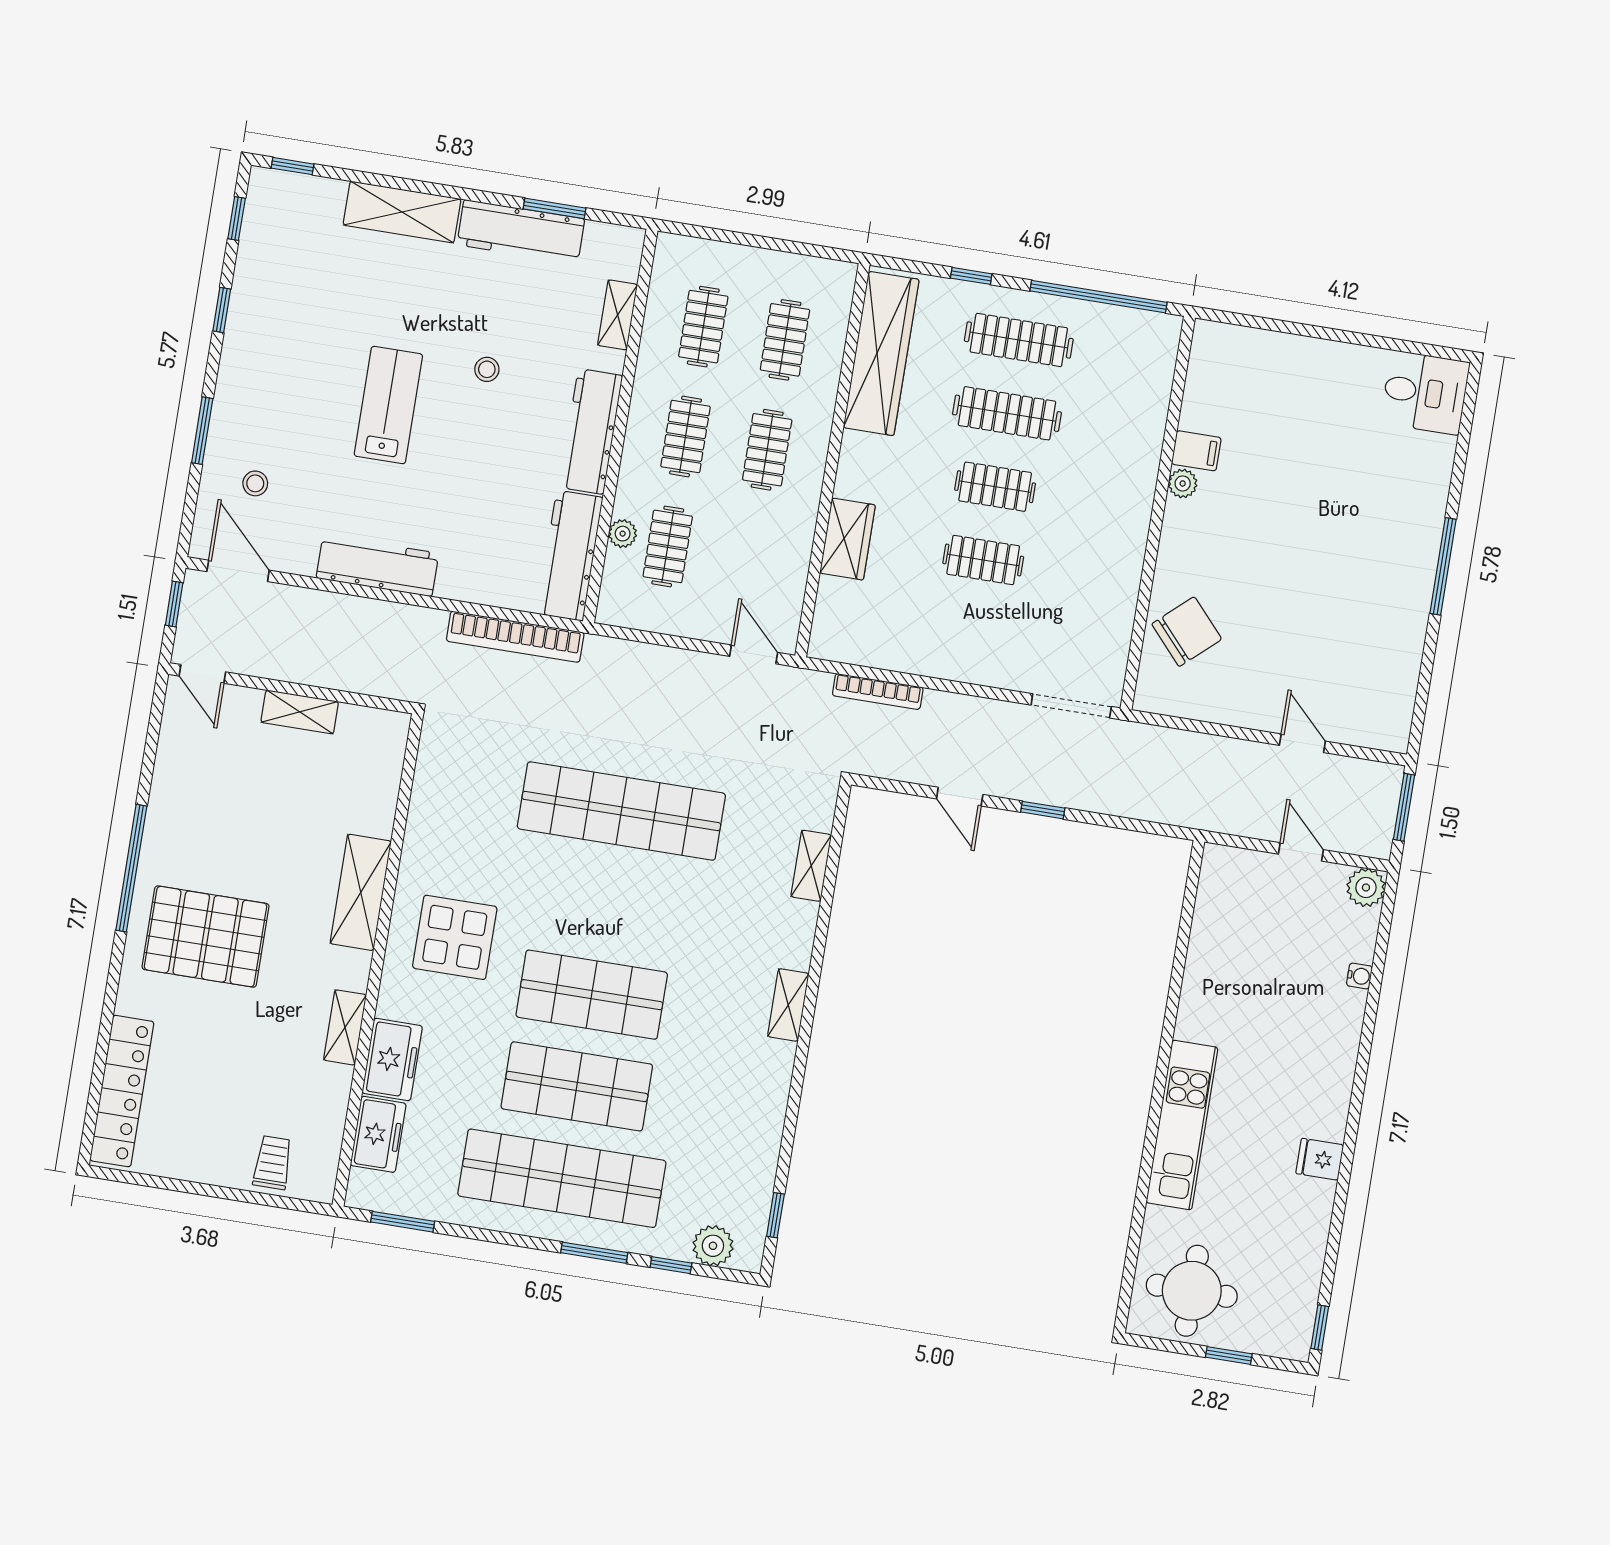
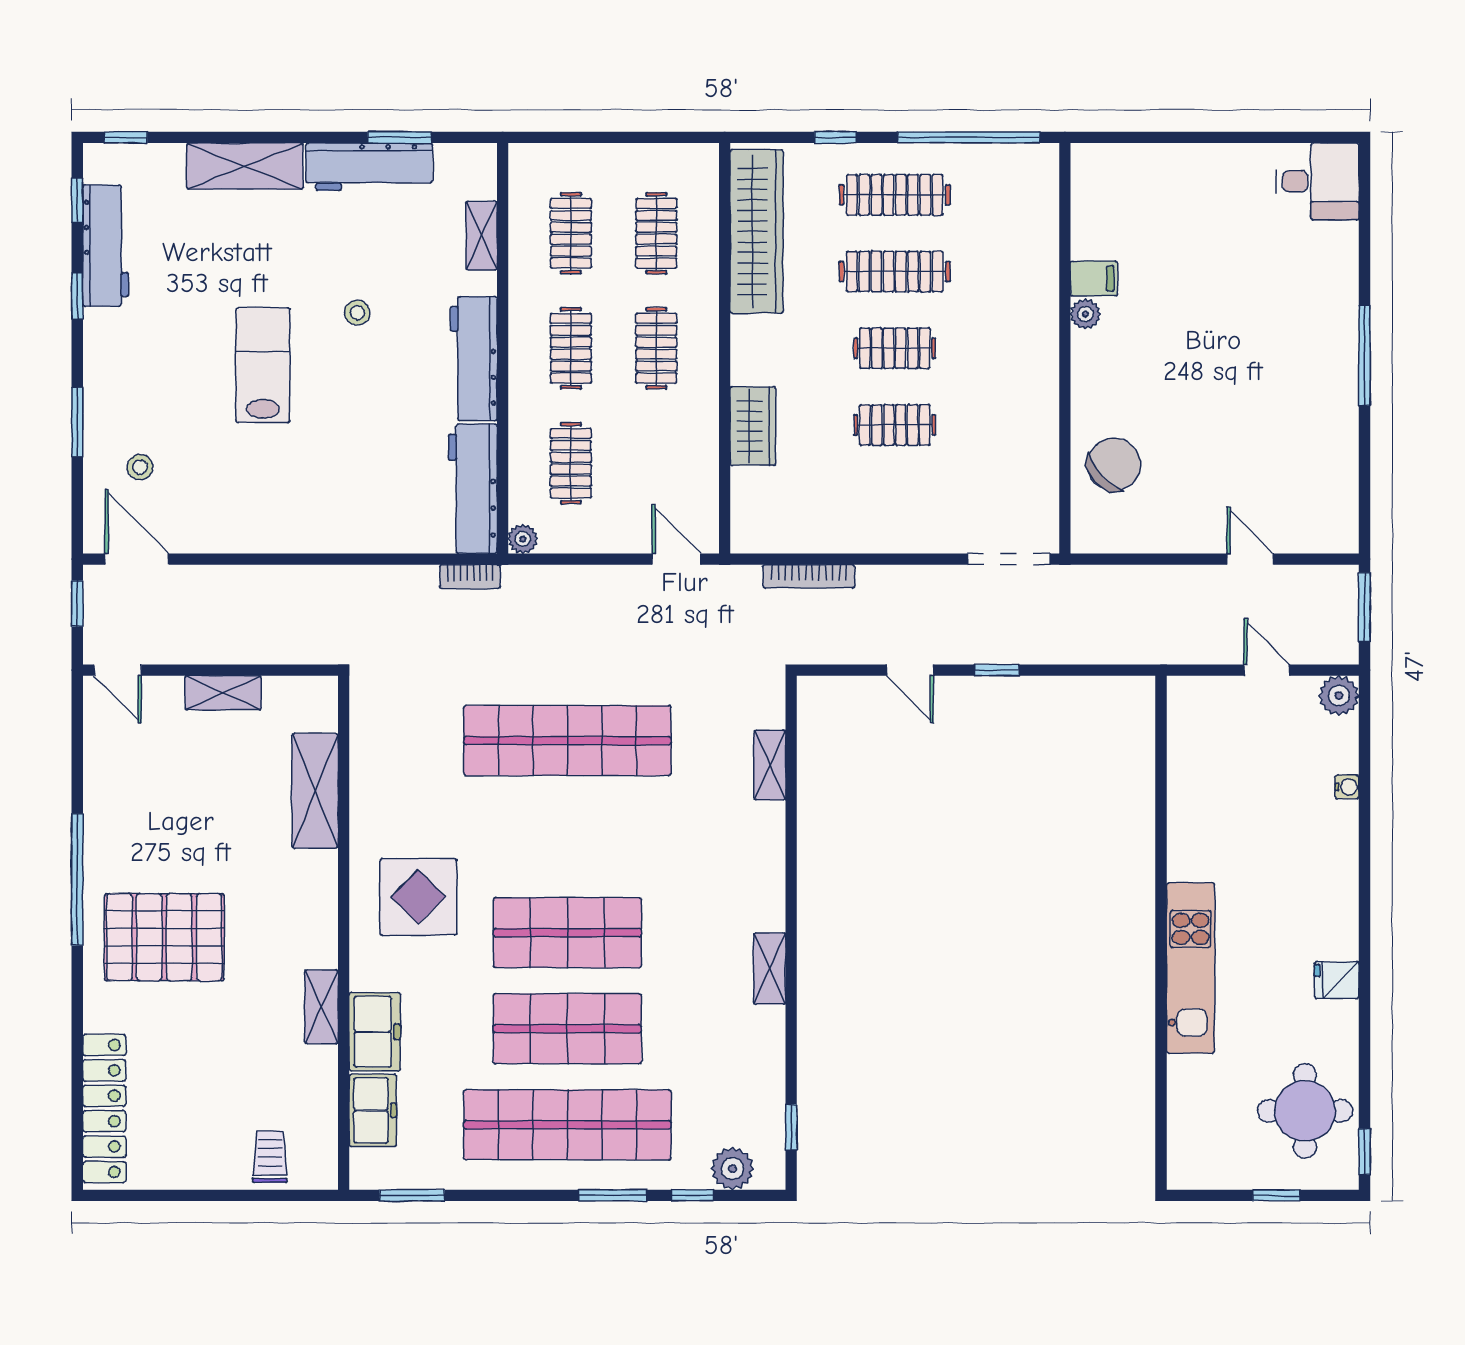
plant: (623, 534) -> (523, 539), moved
workbench: (377, 566) -> (106, 246), moved, turned 90
bookcase: (515, 637) -> (470, 577), width x0.43, depth x0.76
shelving: (361, 892) -> (315, 791), moved
shelving: (788, 1005) -> (770, 969), moved
round table: (1192, 1291) -> (1305, 1111), moved

